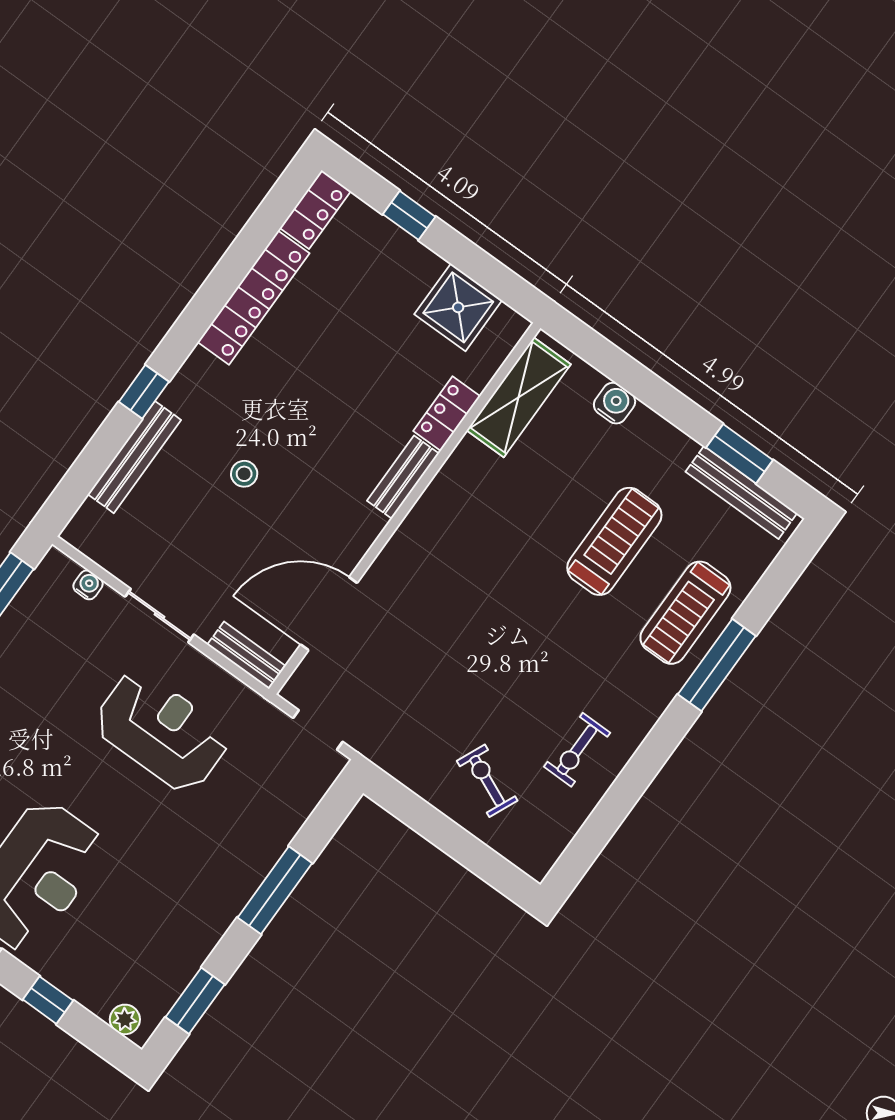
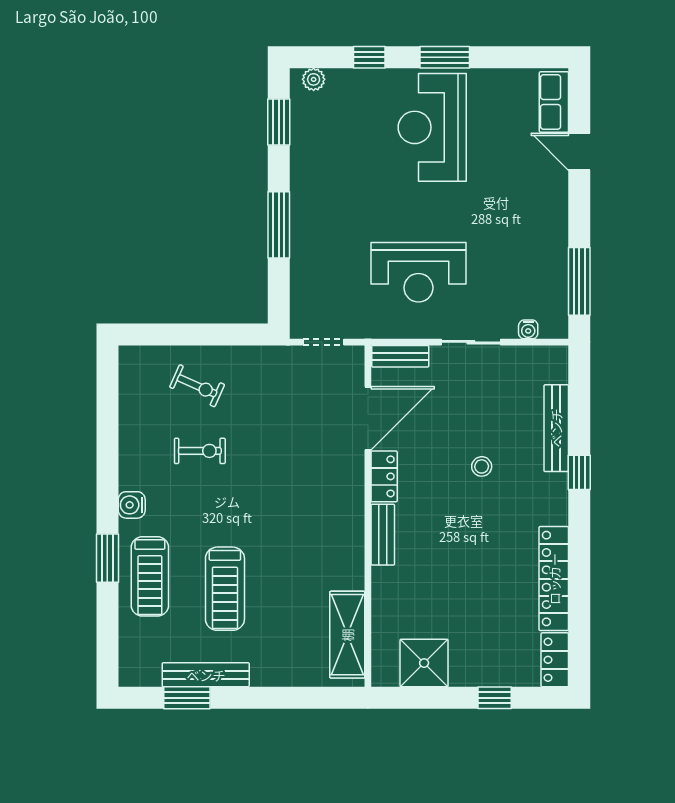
water cooler: (615, 403) -> (132, 505), moved, turned 90
locker: (447, 414) -> (384, 476), moved
bench: (741, 493) -> (206, 675), moved
treadmill: (685, 613) -> (150, 576), turned 180
window: (717, 665) -> (107, 558), width x0.69
exercise bike: (577, 750) -> (200, 451), moved, turned 90

